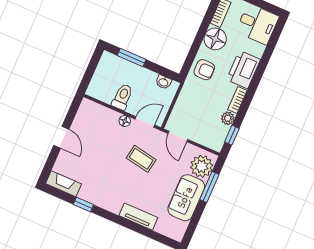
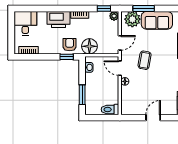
floor lamp: (215, 39) -> (89, 46), moved
window: (190, 59) -> (67, 57), added
toilet: (122, 97) -> (110, 109), moved
plant: (228, 118) -> (114, 16), moved

